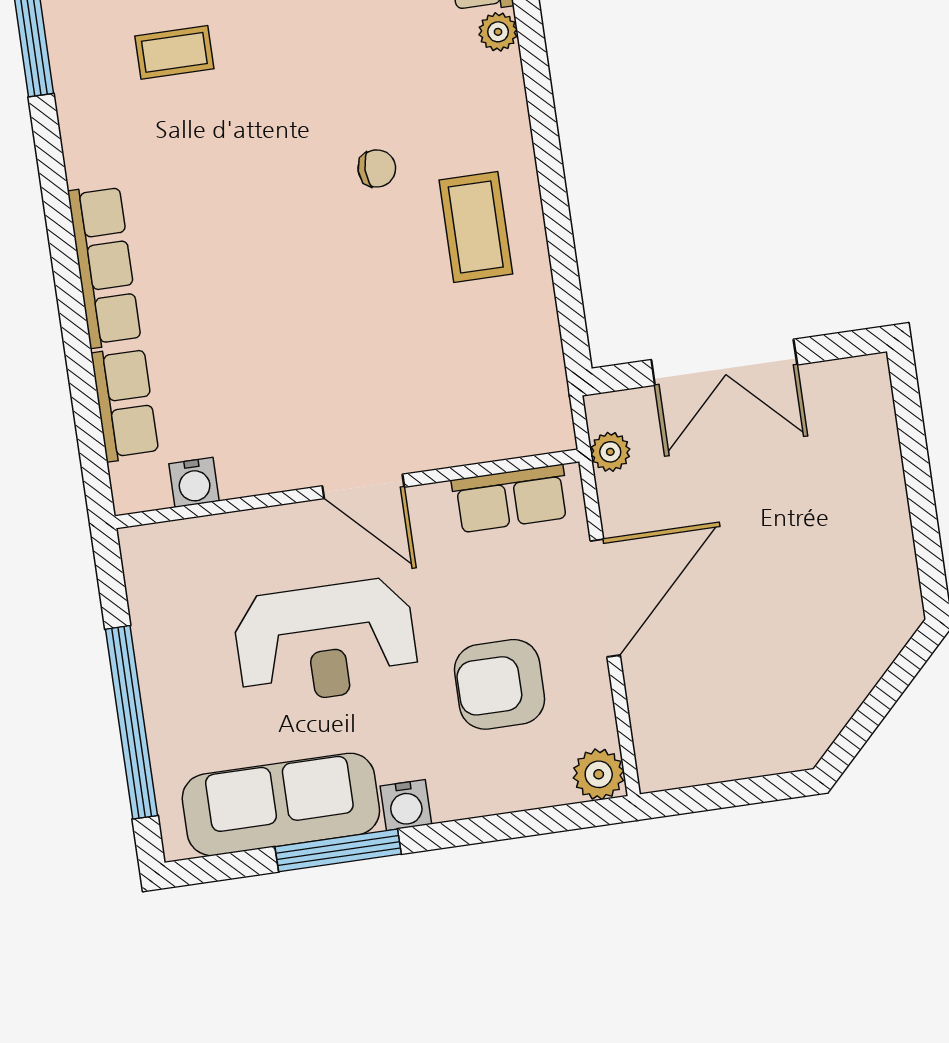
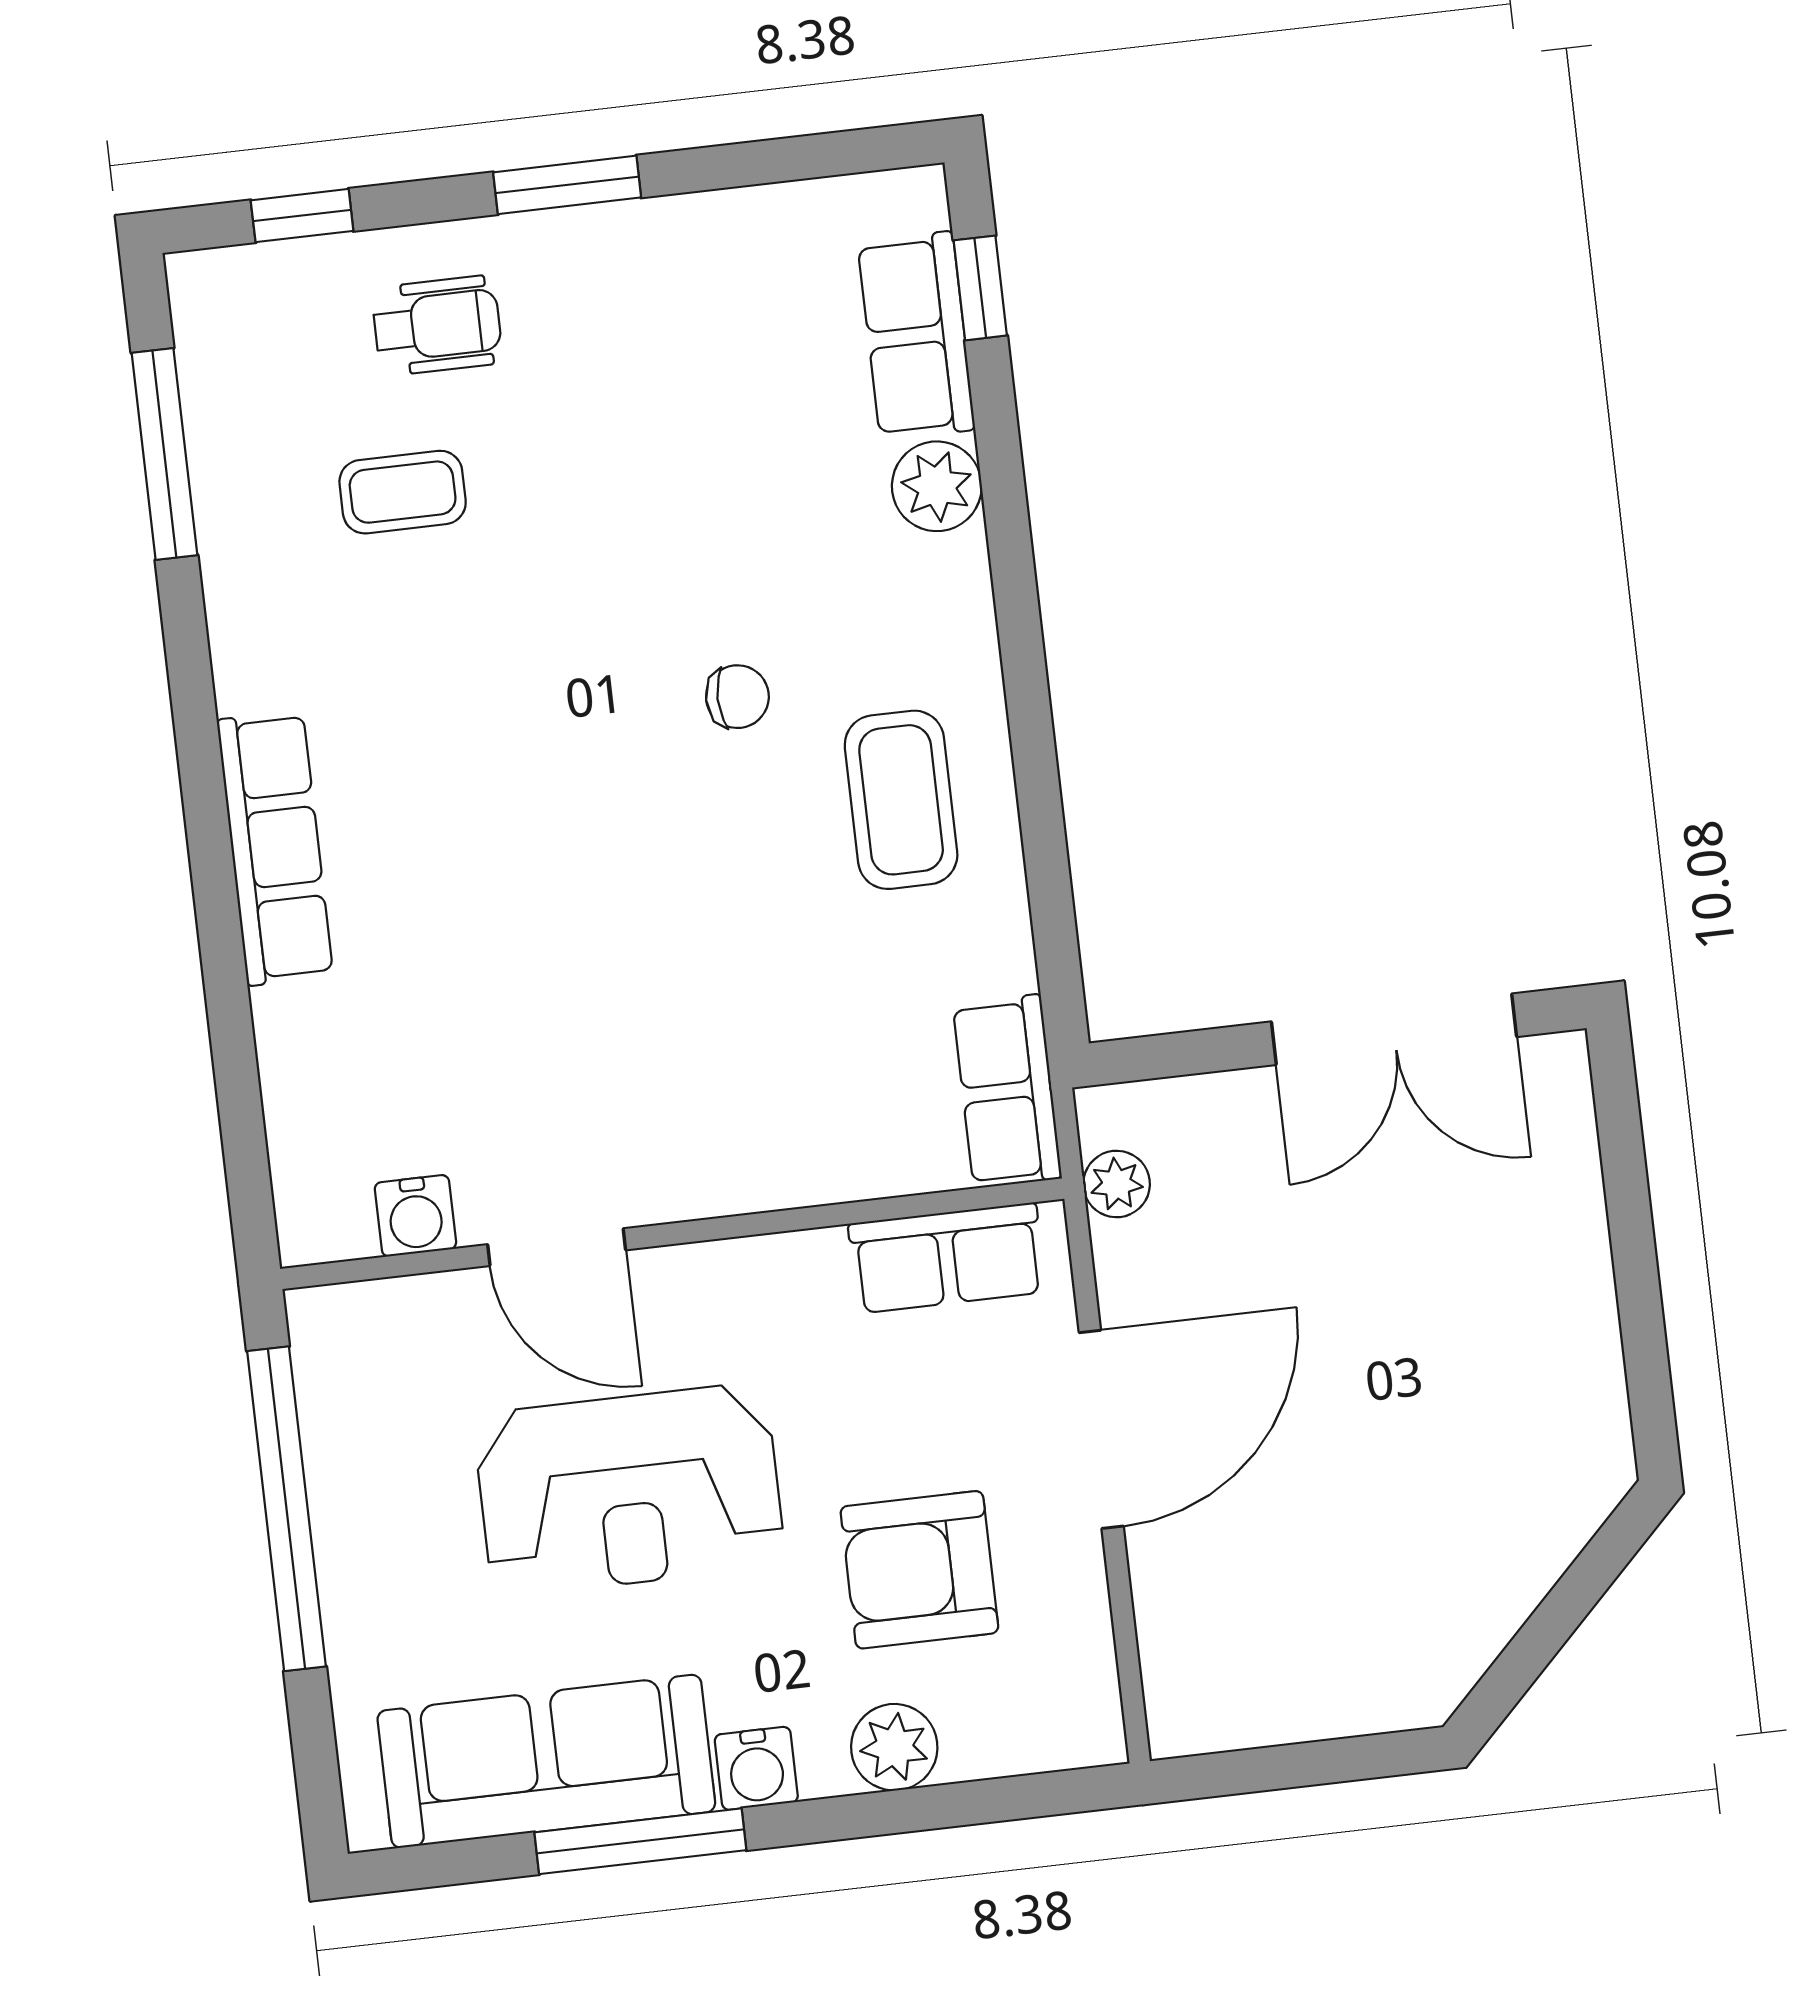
plant: (498, 32) -> (937, 486), width x1.38, depth x1.38
double door: (724, 362) -> (1394, 1029), moved
row of seats: (125, 404) -> (1007, 1091), moved, turned 180
door: (363, 486) -> (557, 1247), moved
window: (131, 722) -> (287, 1509), moved
plant: (599, 774) -> (894, 1747), moved

